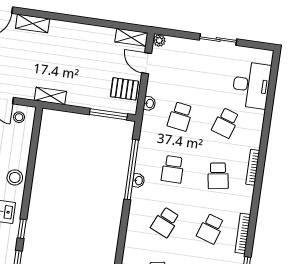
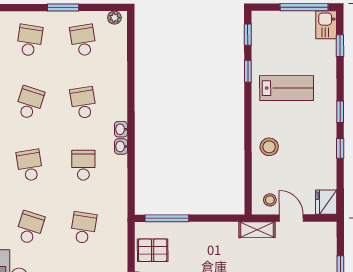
shelving: (50, 96) -> (257, 230), moved
washbasin: (150, 103) -> (121, 129), moved
window: (131, 170) -> (131, 158), removed
stool: (15, 177) -> (269, 147), moved
school desk: (165, 222) -> (83, 103), turned -33

